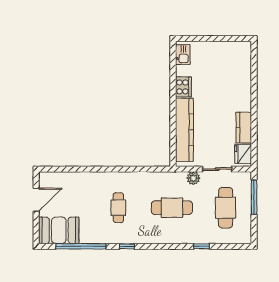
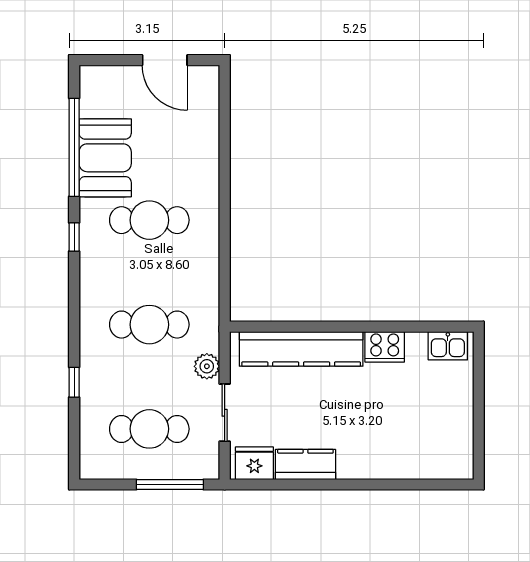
cafe table: (118, 208) -> (149, 220), width x1.37, depth x1.35
cafe table: (172, 208) -> (149, 325), turned 90
booth: (59, 230) -> (105, 158), moved

